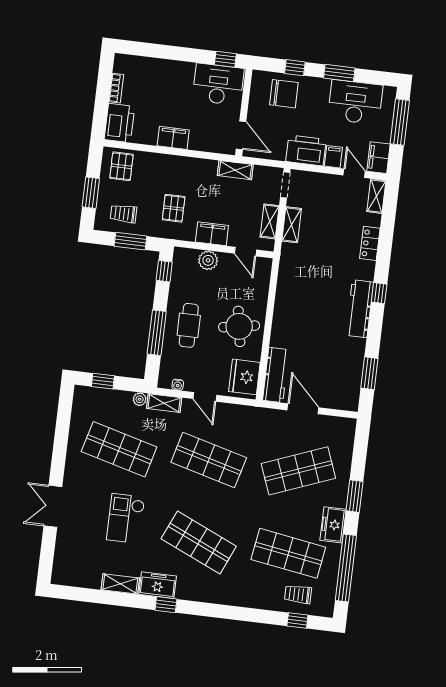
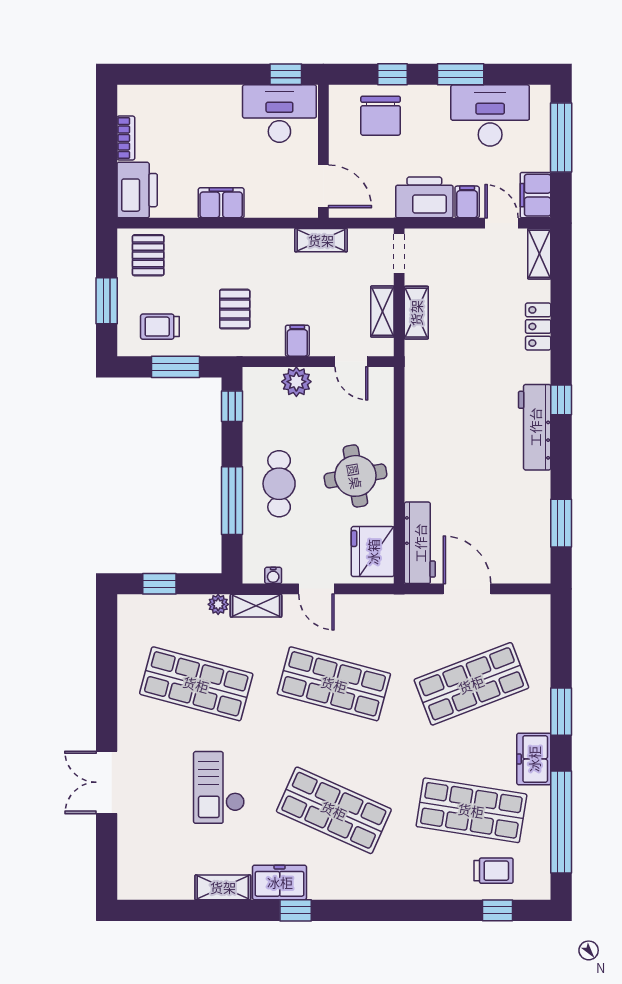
chair: (284, 94) -> (381, 116), turned 90
filing cabinet: (212, 234) -> (297, 341), width x0.50
trolley: (298, 594) -> (494, 871), turned 180

